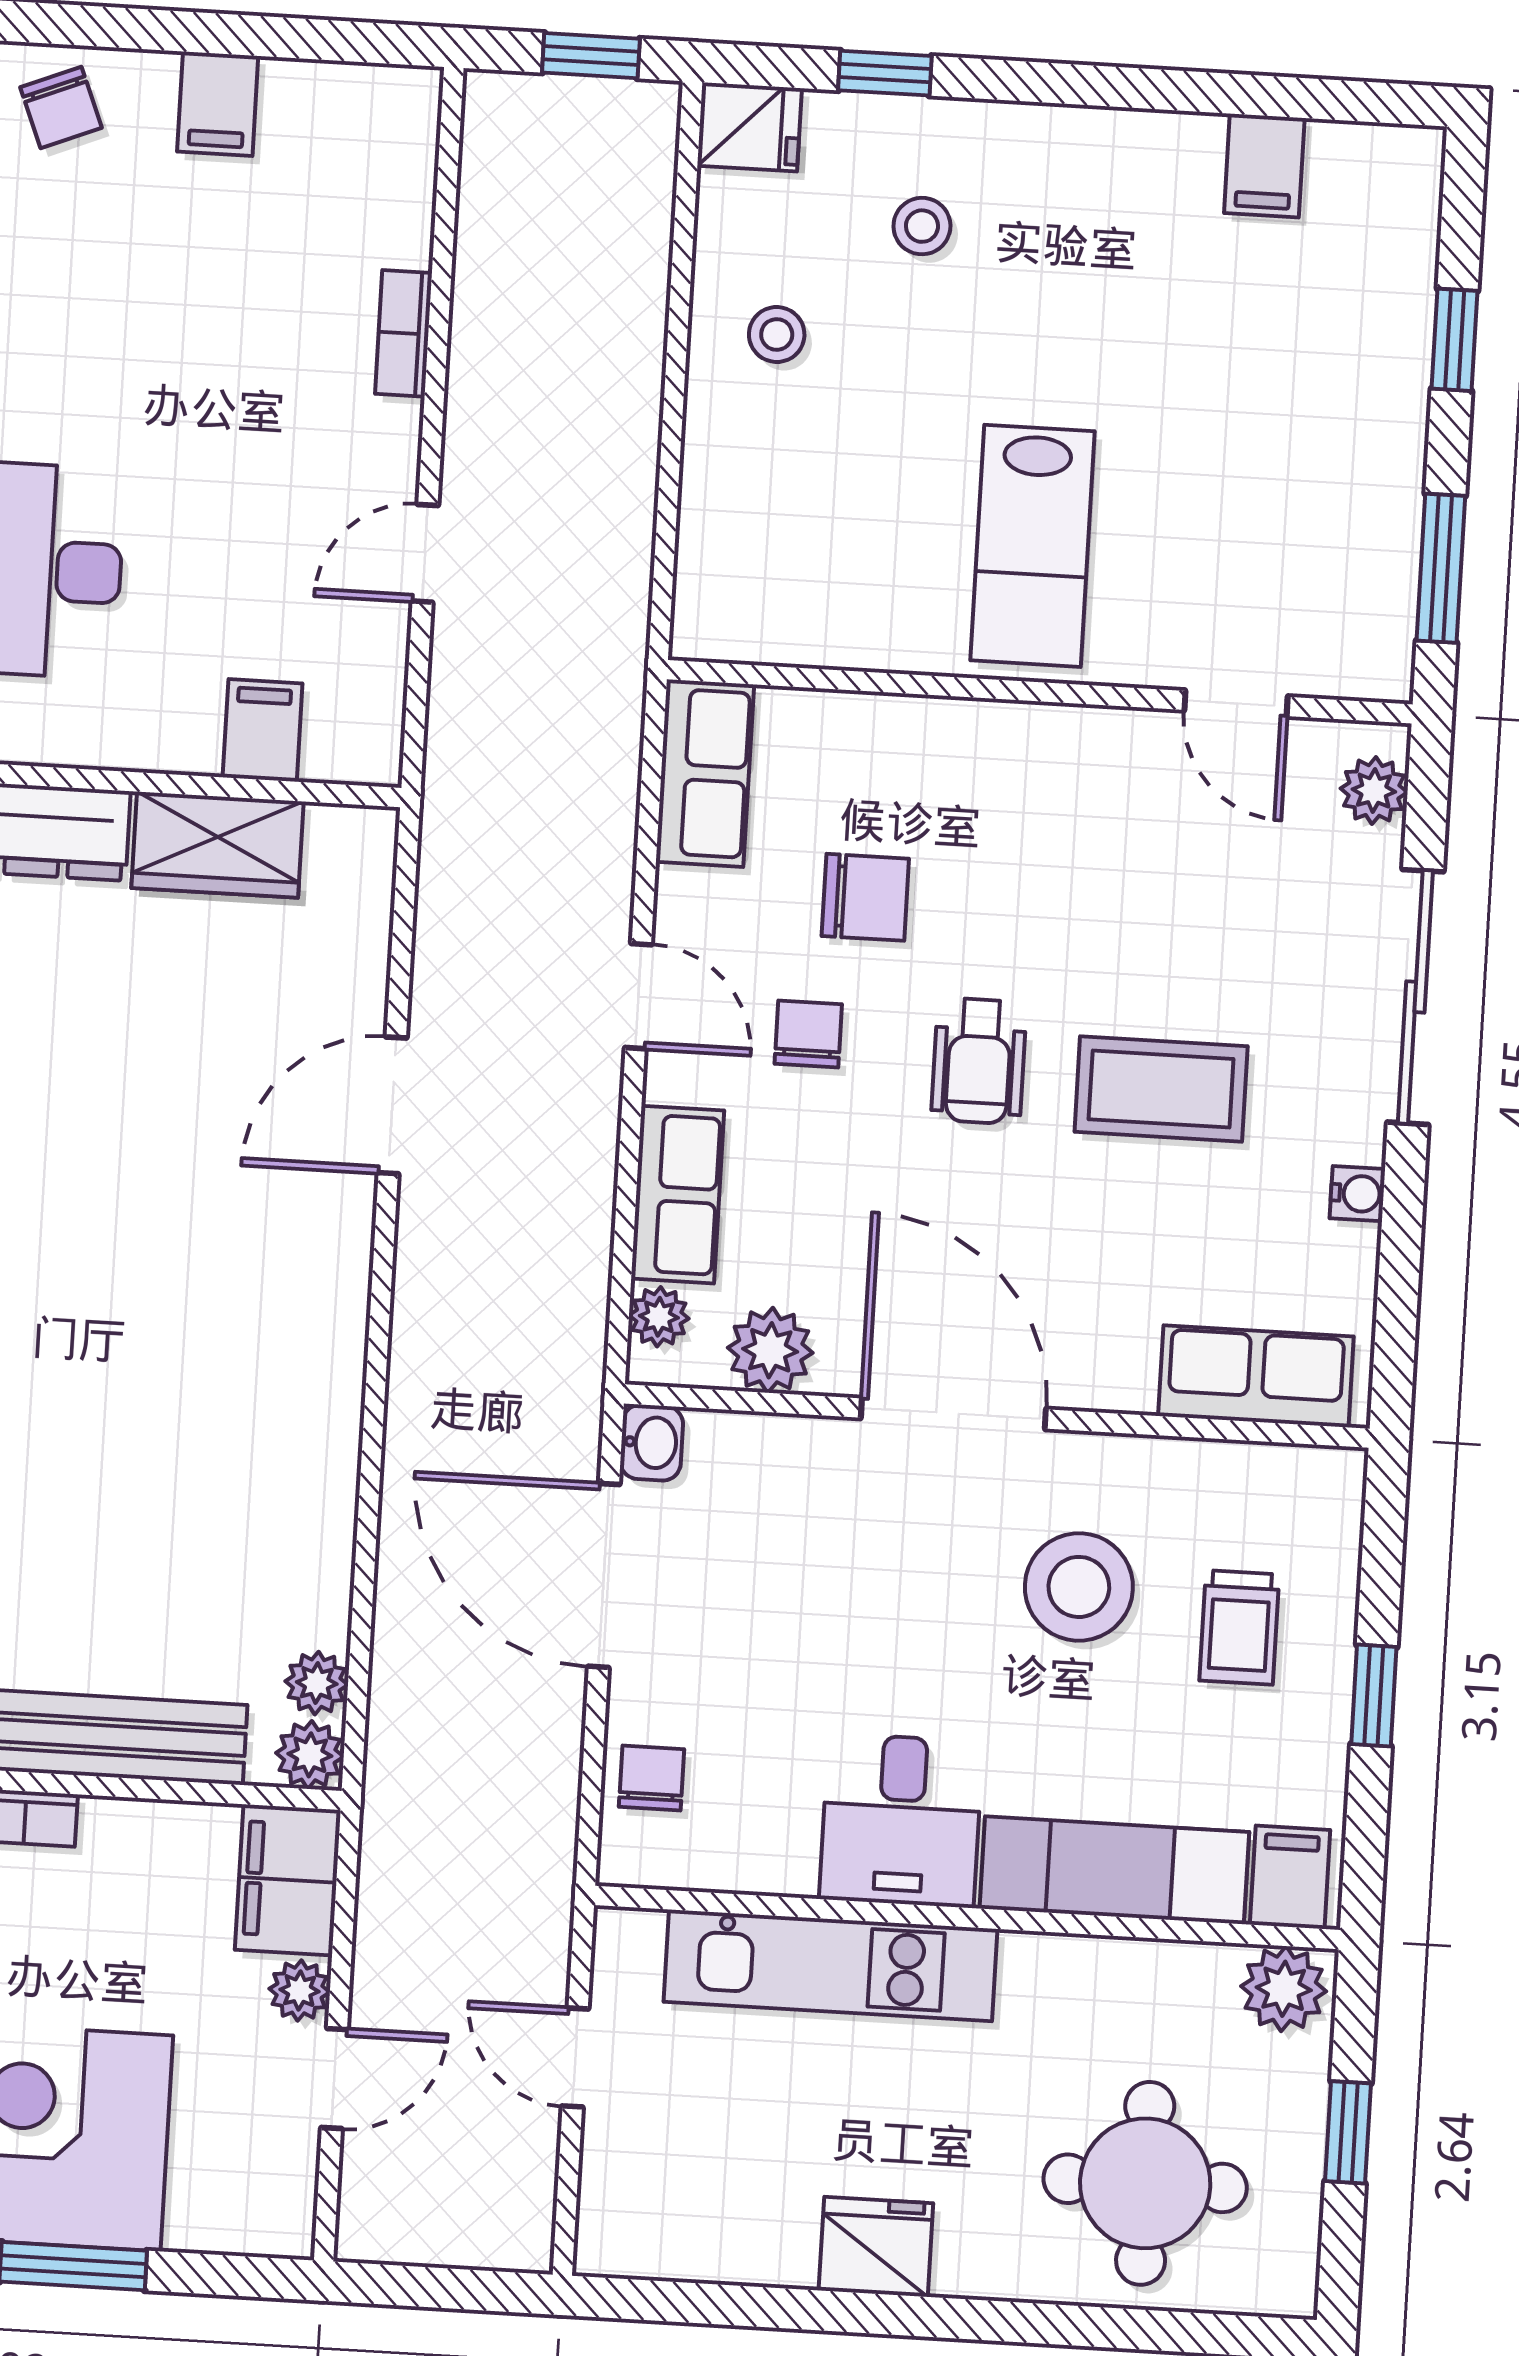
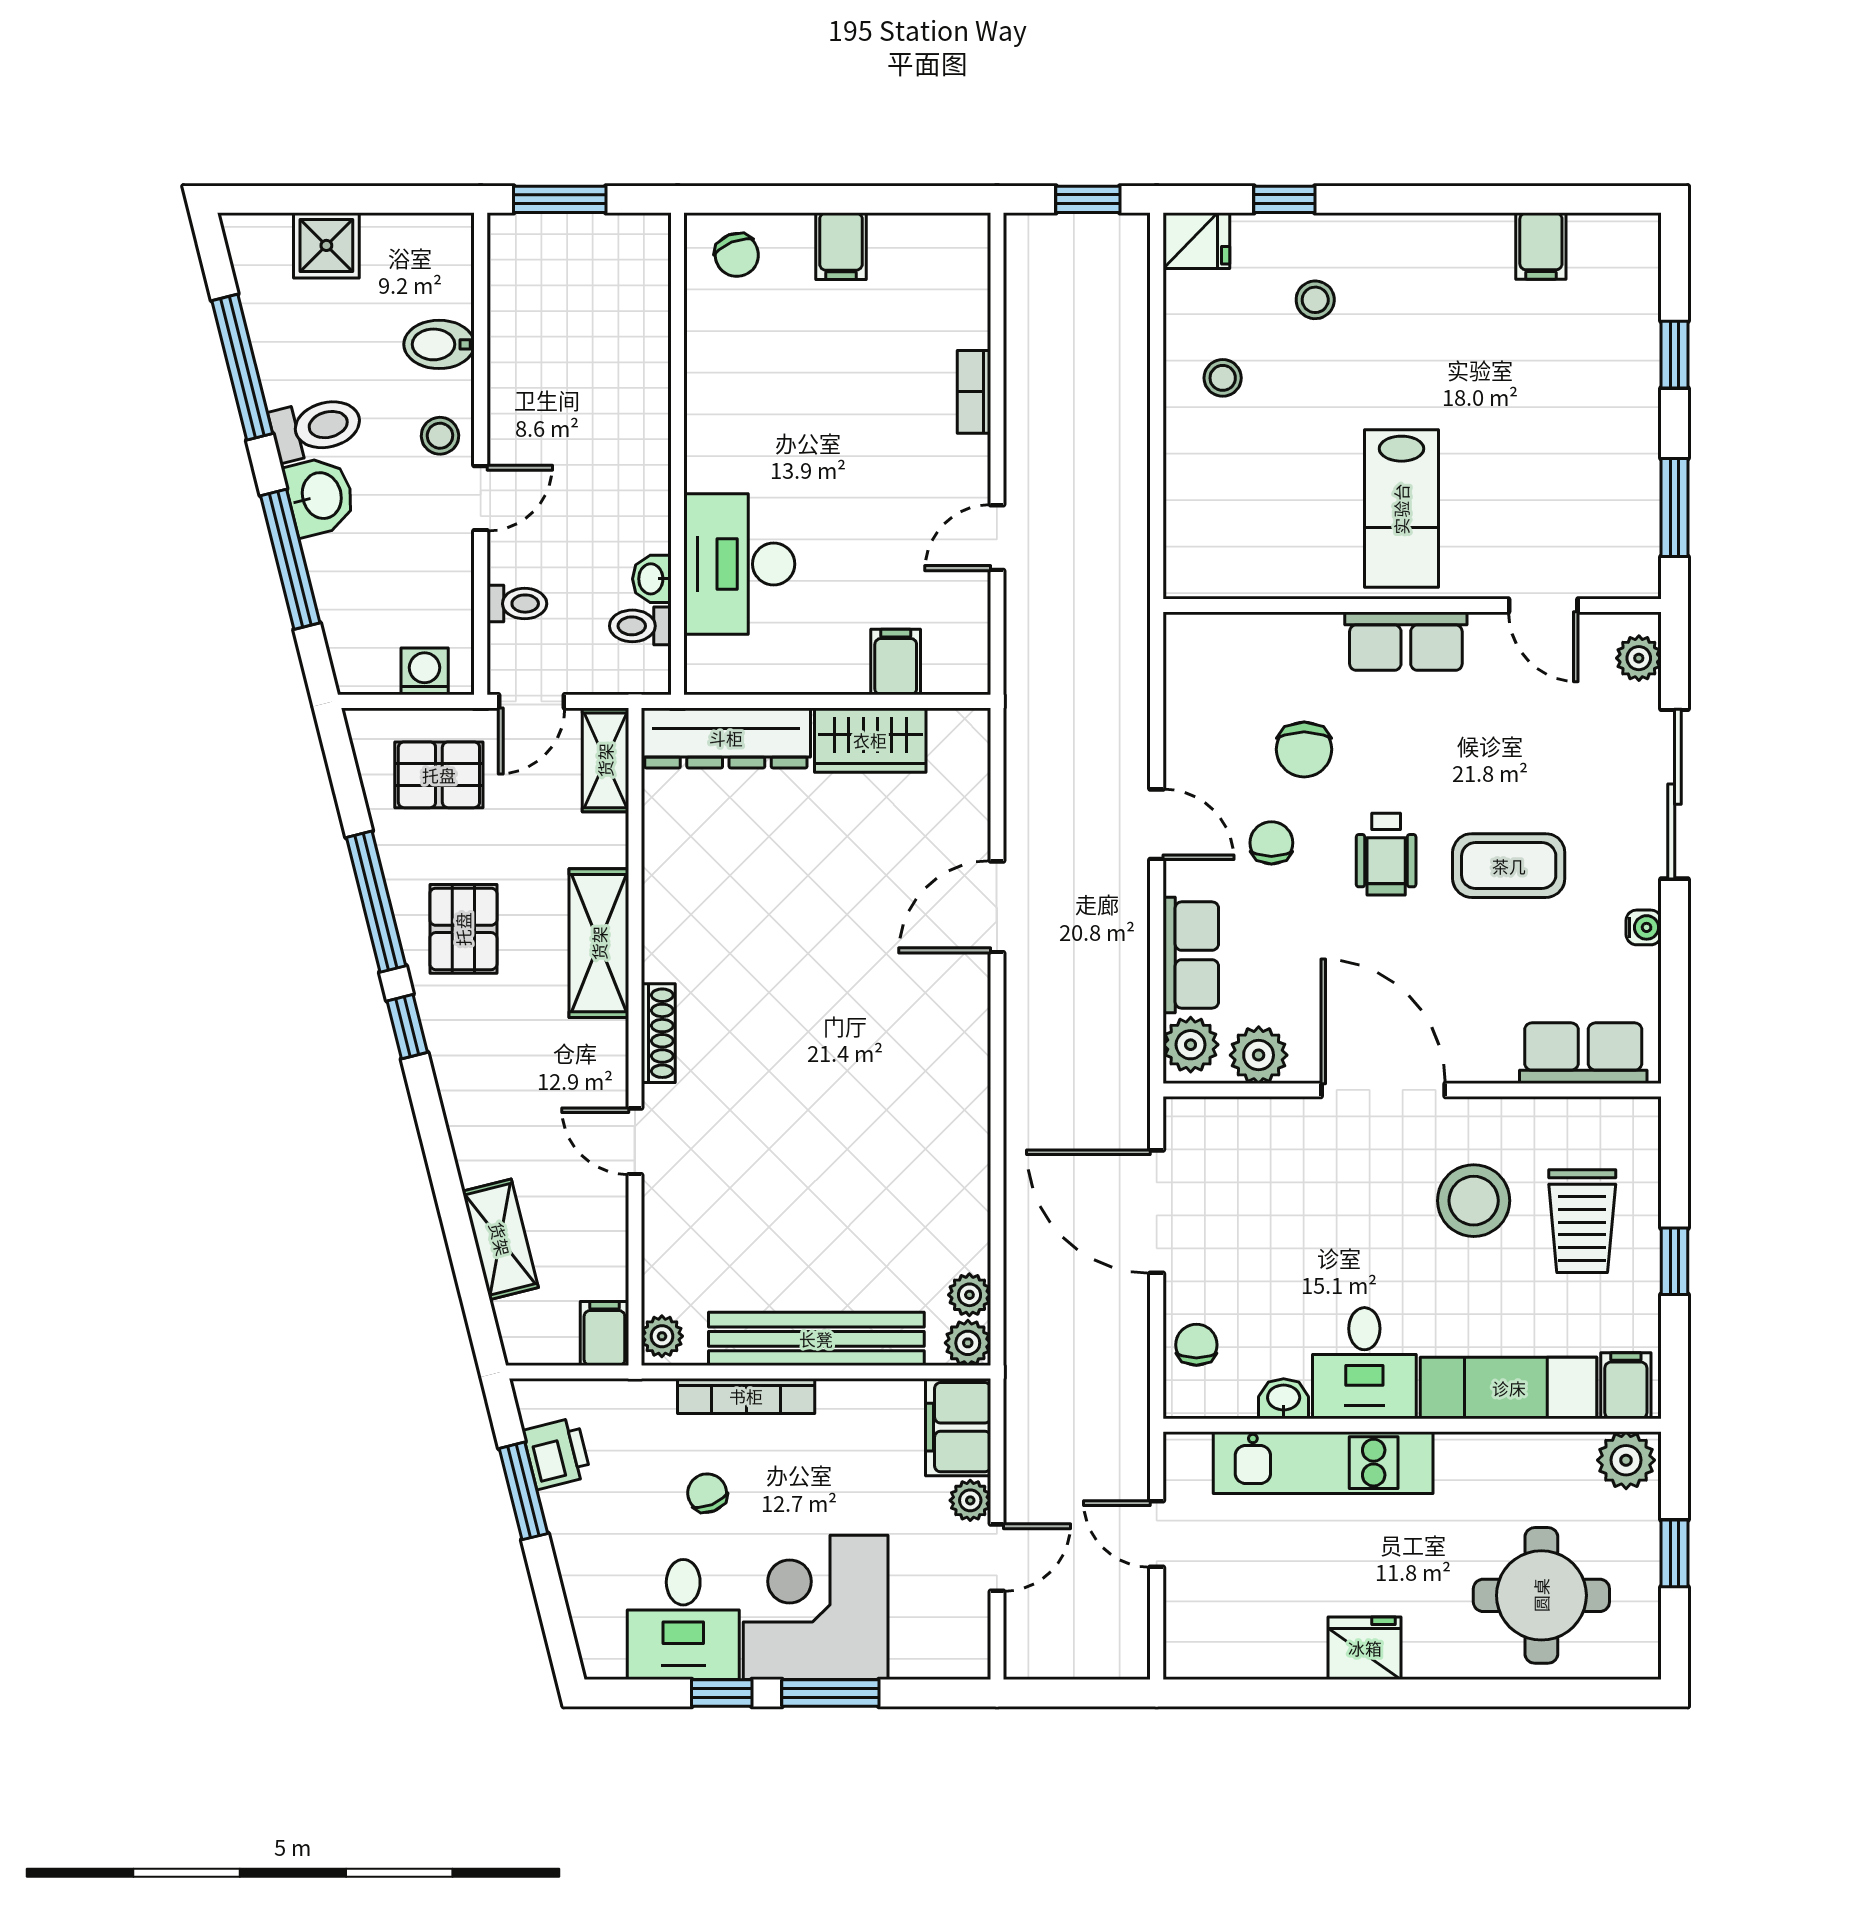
row of seats: (705, 773) -> (1406, 641), moved, turned 90
chair: (865, 897) -> (1304, 749), turned 90
plant: (659, 1317) -> (1191, 1045), width x1.38, depth x1.38
washbasin: (652, 1443) -> (1284, 1399), moved, turned -90
trolley: (1239, 1627) -> (1582, 1221), width x1.36, depth x1.39

